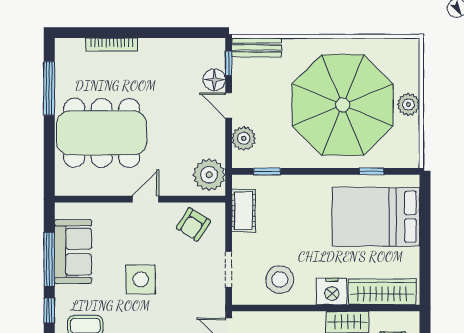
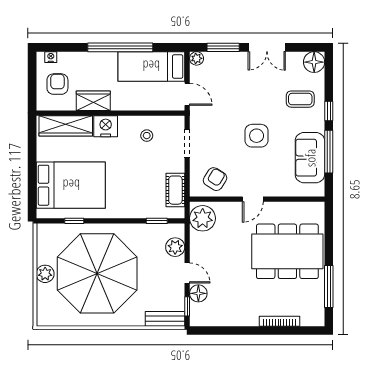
stool: (280, 280) -> (147, 136), width x0.53, depth x0.53

